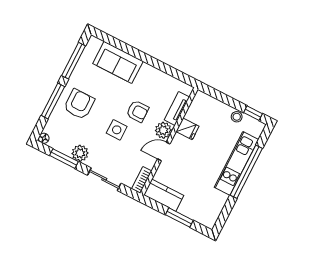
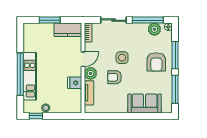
plant: (80, 153) -> (154, 29), moved
window: (64, 159) -> (148, 20), width x1.44

